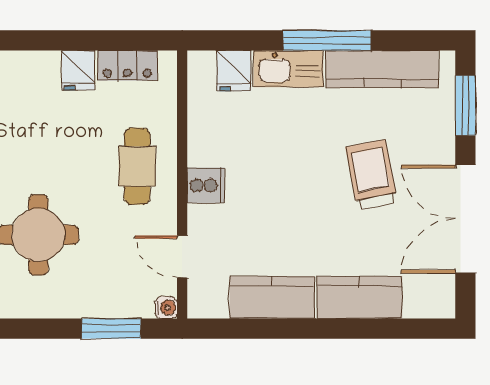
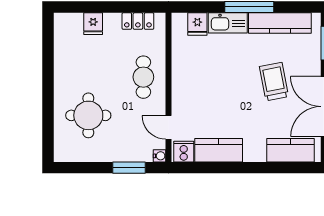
fridge: (78, 70) -> (93, 24), moved
cooker: (206, 185) -> (184, 152), moved, turned -90
kitchen counter: (360, 297) -> (291, 150), moved

